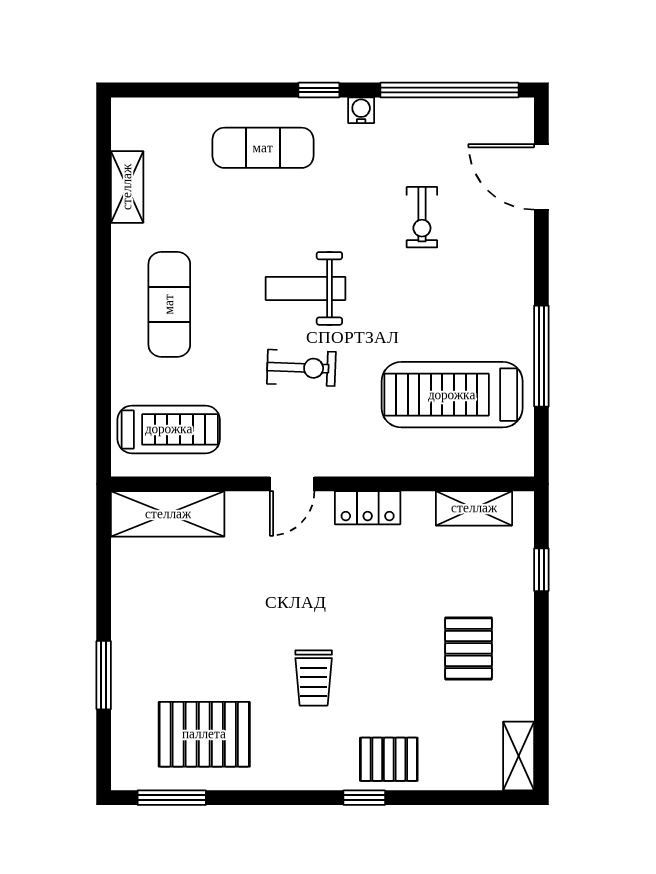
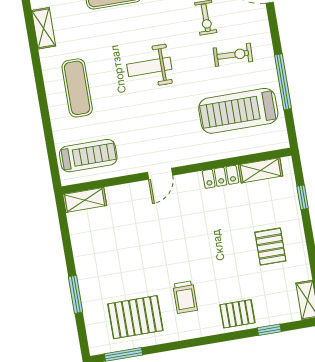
exercise bike: (301, 368) -> (233, 55), moved
locker: (368, 508) -> (221, 177), moved
shelving: (168, 514) -> (85, 200), width x0.67, depth x0.75
trolley: (314, 678) -> (185, 297), moved
window: (364, 798) -> (269, 330), moved

